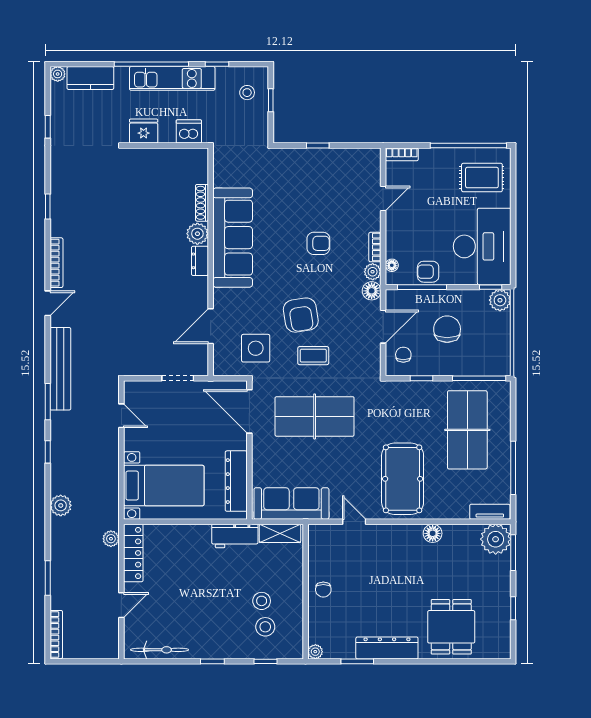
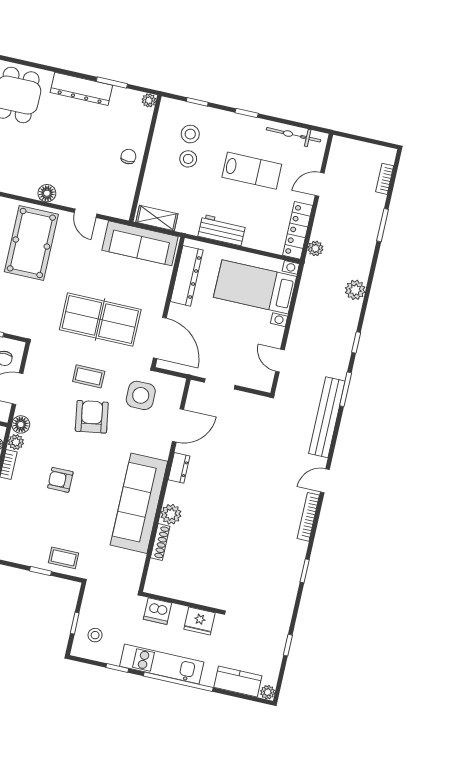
coffee table: (297, 164) -> (64, 558), added
dresser: (200, 261) -> (179, 468), moved
floor lamp: (433, 533) -> (47, 193), moved
workbench: (235, 536) -> (222, 230), moved
lab bench: (194, 603) -> (252, 171), added
bookcase: (56, 635) -> (385, 179), width x0.64

